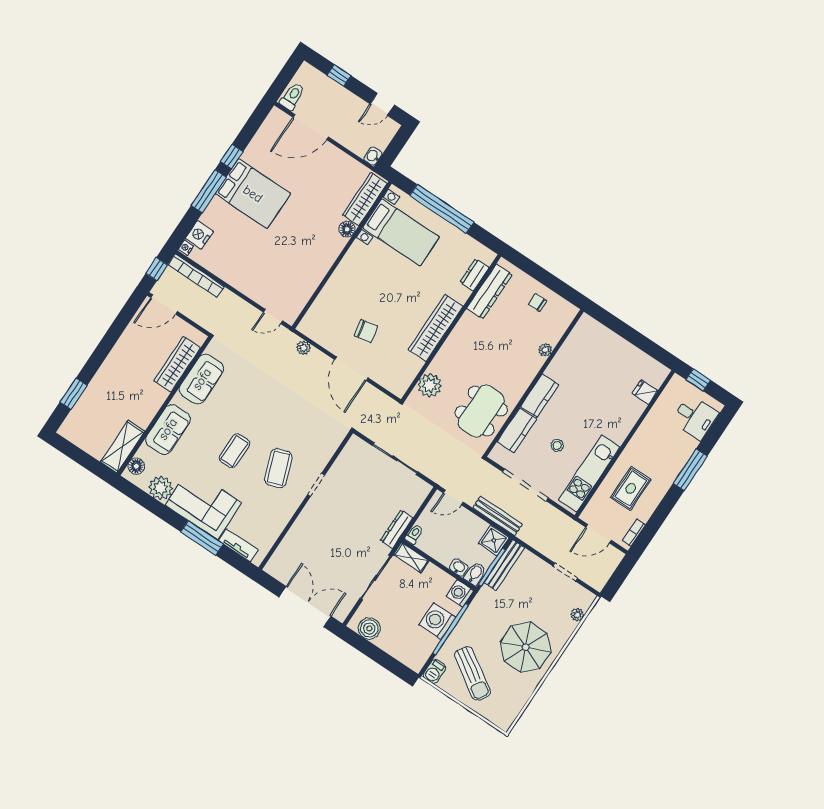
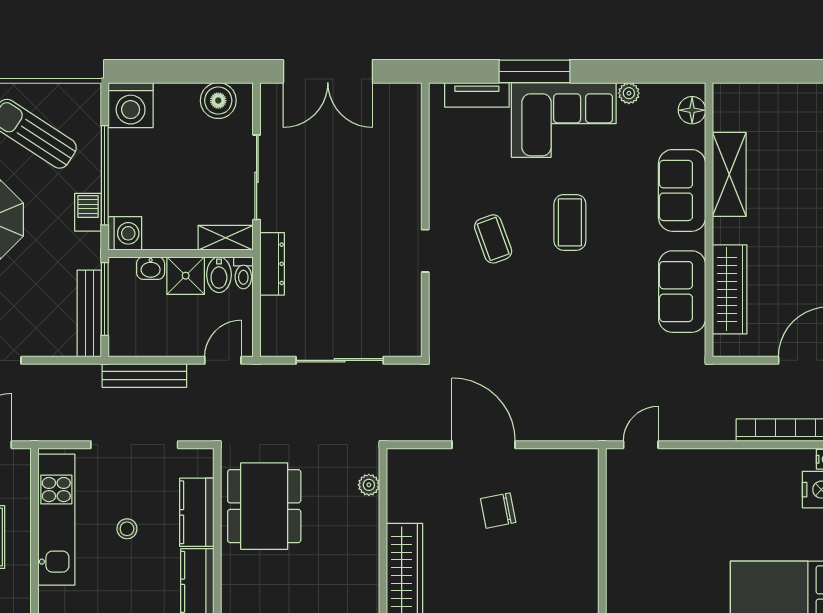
plant: (303, 348) -> (570, 429), removed
plant: (430, 385) -> (369, 485), width x0.53, depth x0.53
shelving: (123, 447) -> (729, 174), moved
coffee table: (278, 468) -> (493, 239), width x0.73, depth x0.77
plant: (161, 488) -> (629, 93), width x0.53, depth x0.53
shower: (494, 540) -> (186, 276), moved
bidet: (475, 574) -> (219, 275), moved
washing machine: (437, 621) -> (131, 105), moved, turned 90
barbecue: (435, 671) -> (88, 212), moved

